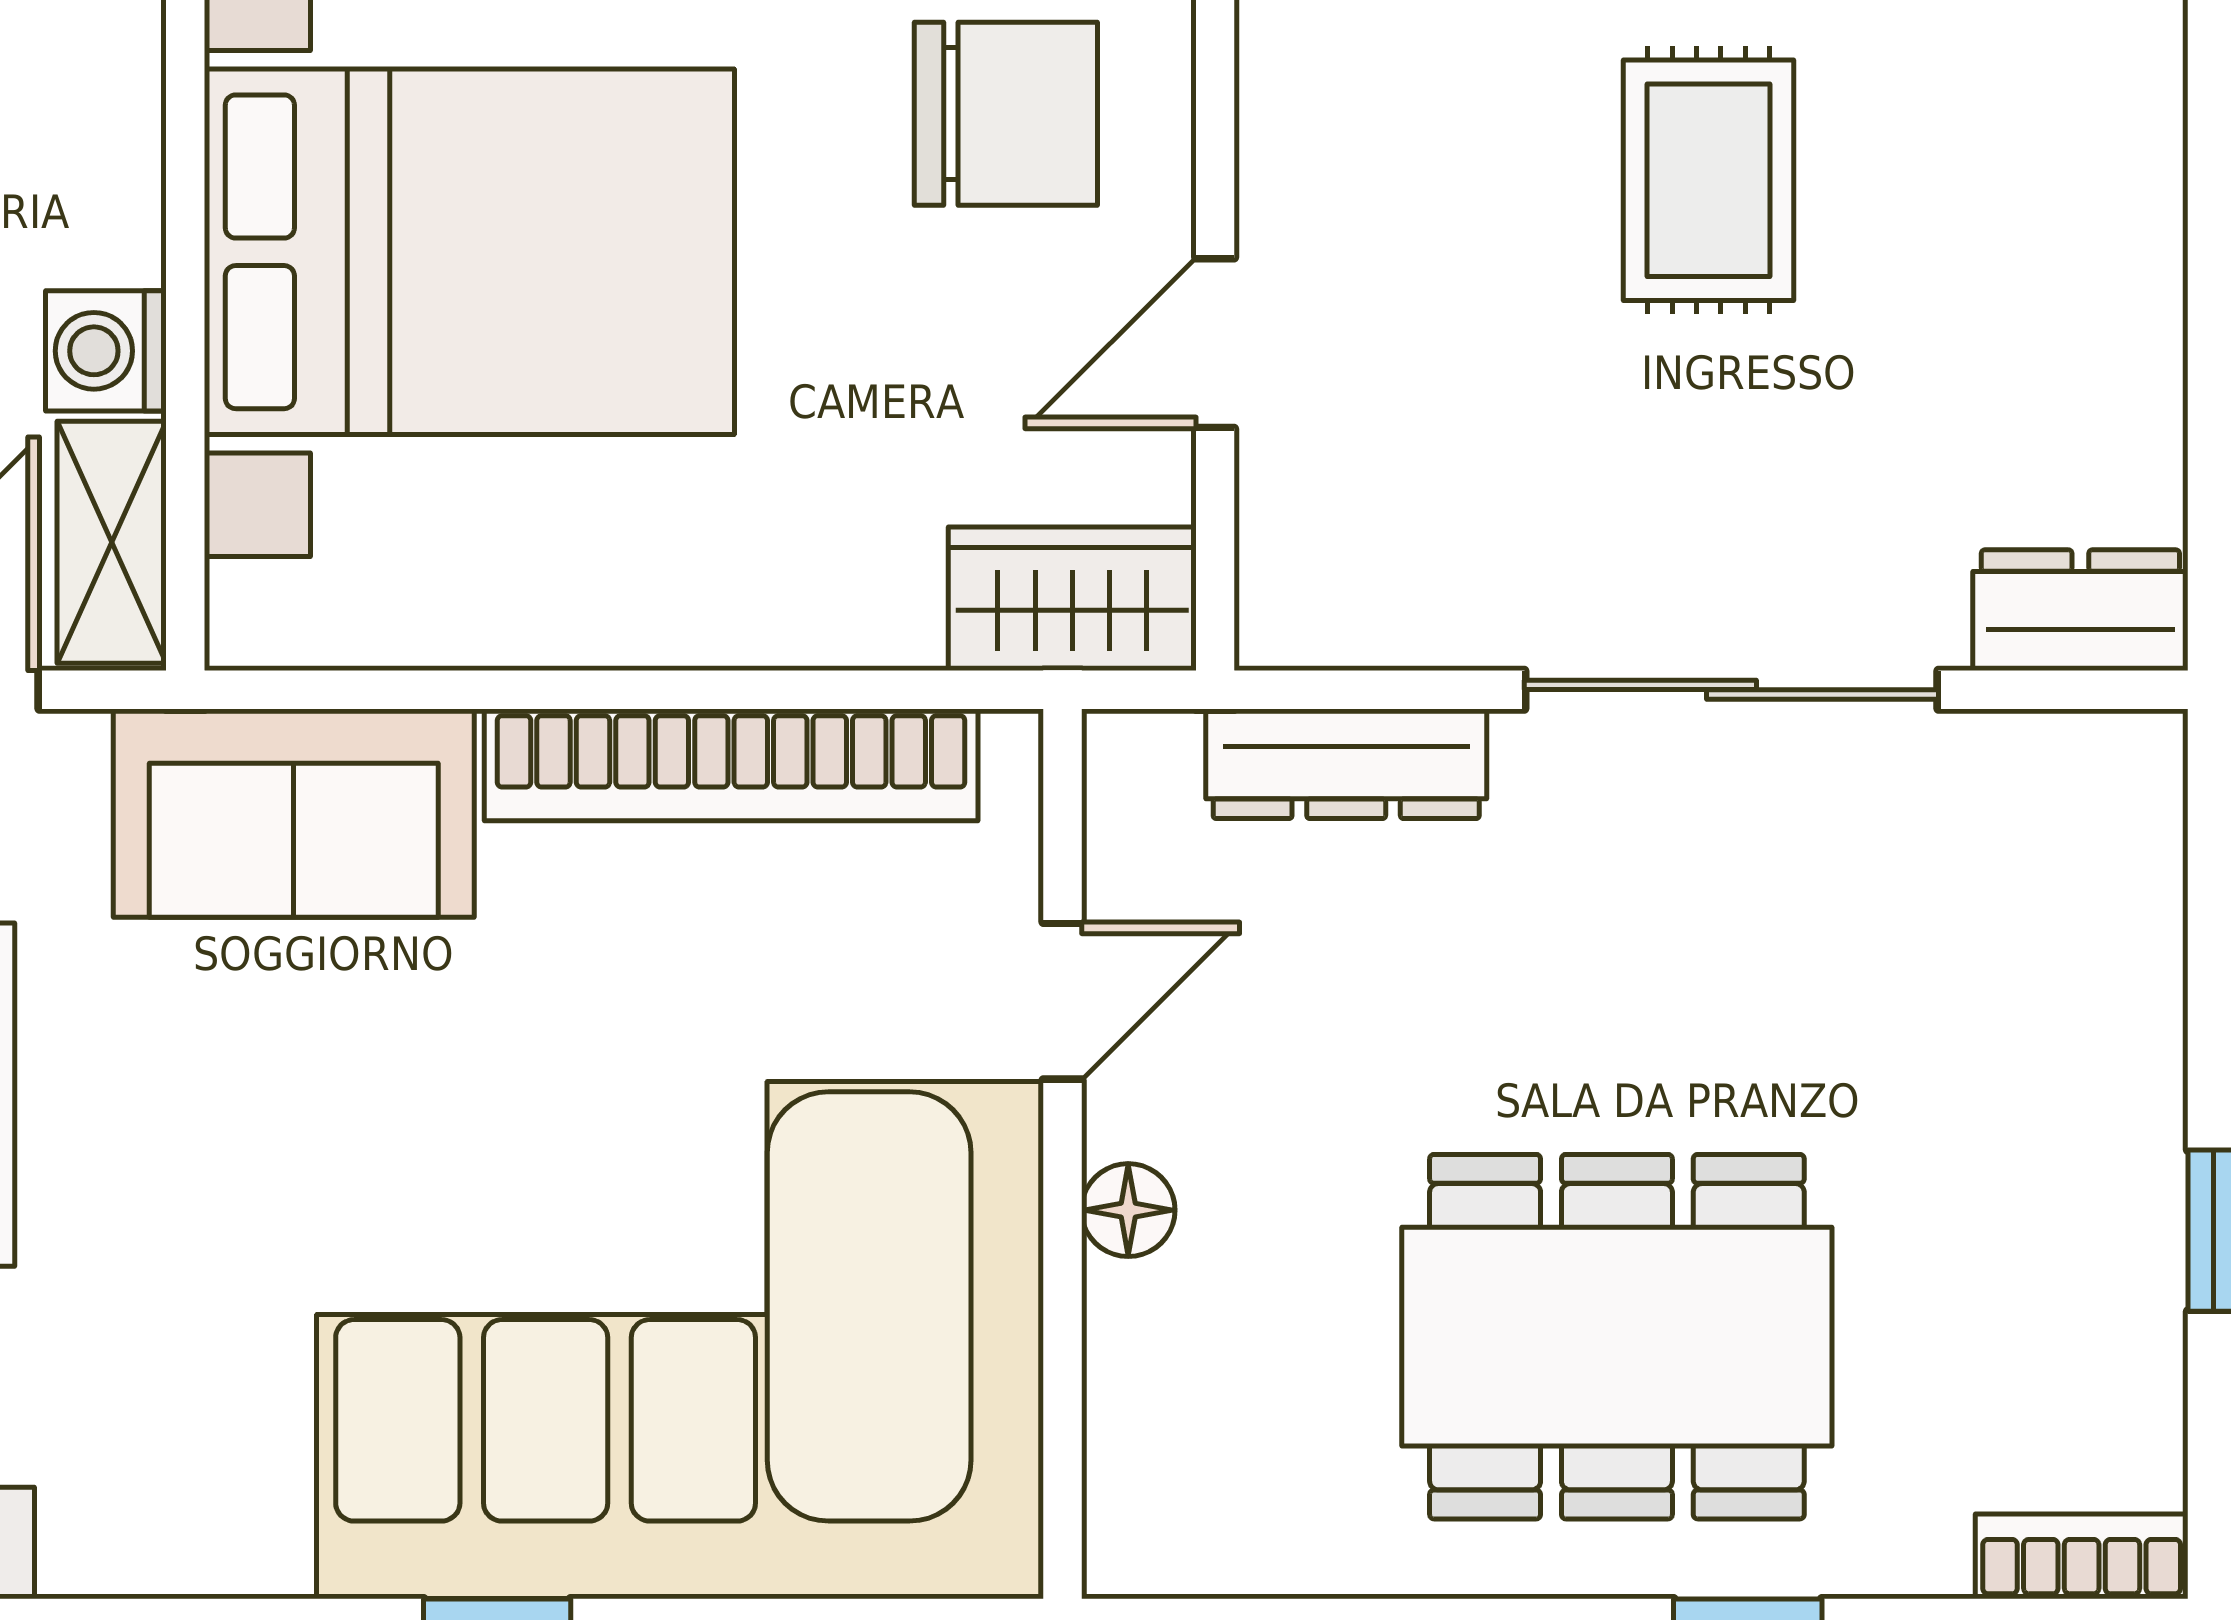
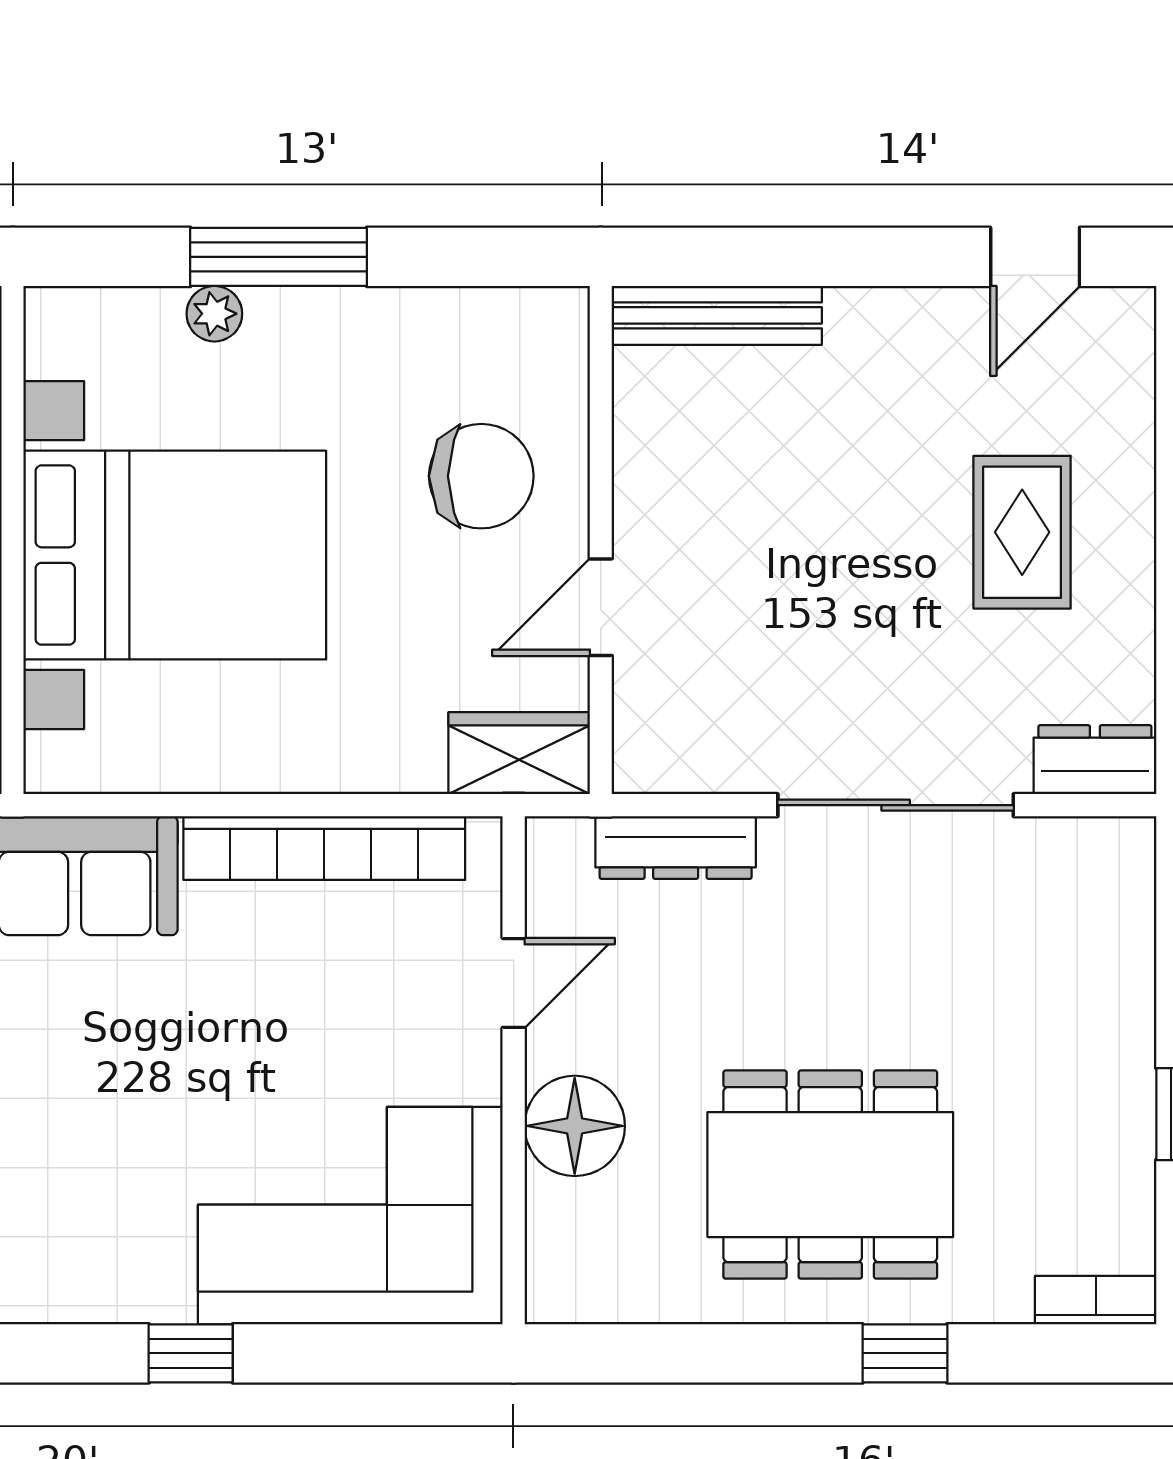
rug: (1709, 180) -> (1022, 532), moved
floor lamp: (1128, 1210) -> (575, 1126), width x1.89, depth x1.89
corner sofa: (680, 1340) -> (350, 1216), width x0.73, depth x0.74

